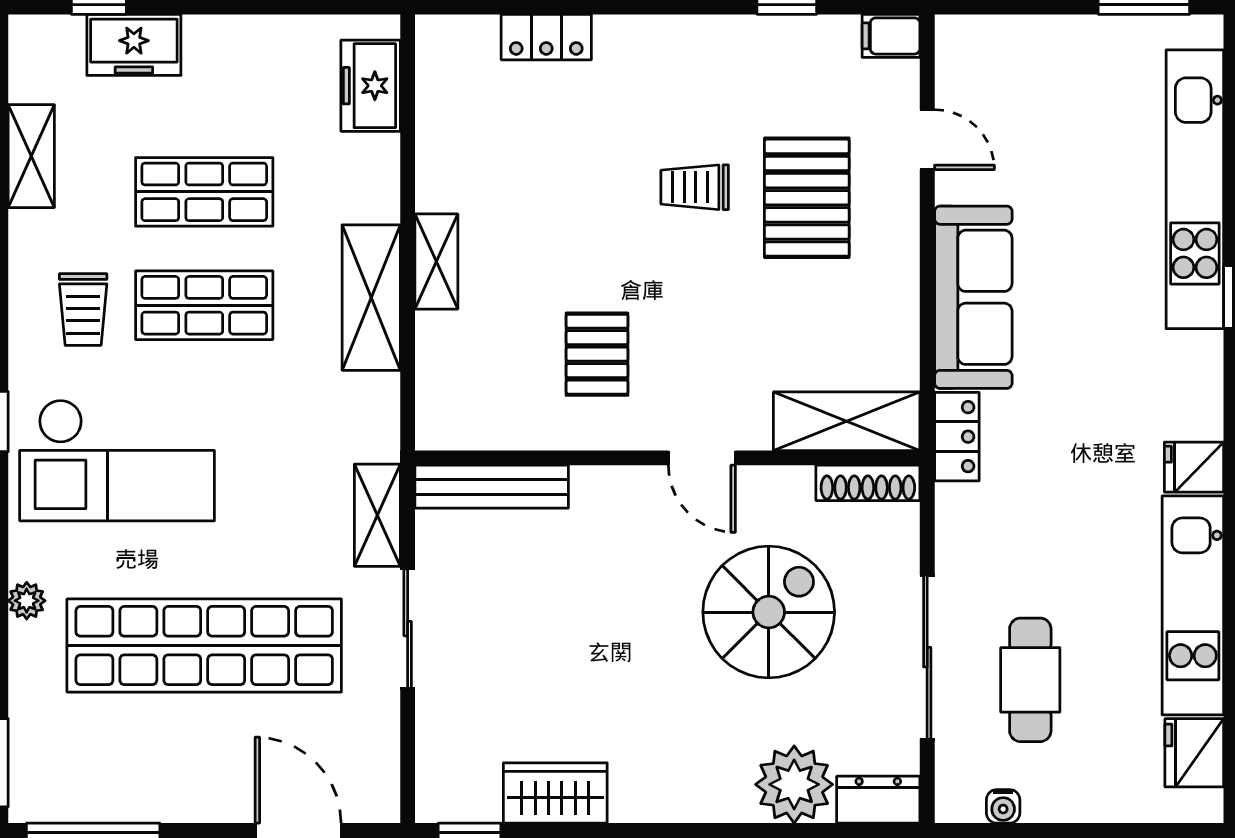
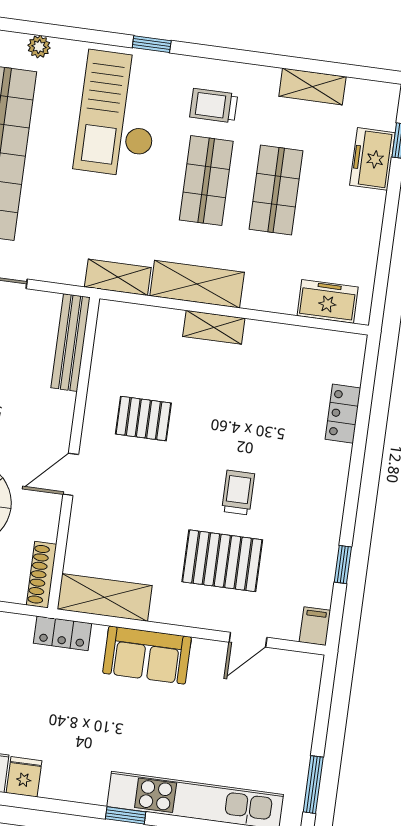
sofa: (973, 297) -> (147, 655), width x0.73
shelving: (847, 421) -> (105, 597), moved, turned 90
shelving: (377, 515) -> (118, 277), moved

